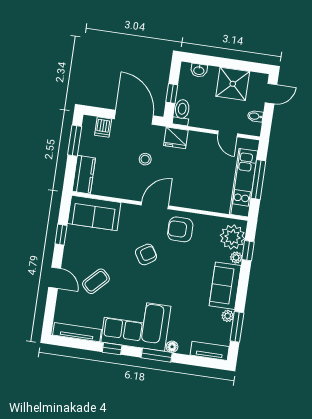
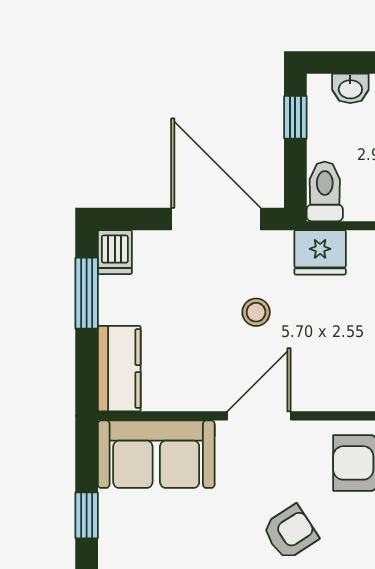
window: (172, 93) -> (295, 117), moved
dishwasher: (103, 127) -> (115, 252), moved
door: (155, 205) -> (259, 416), moved

